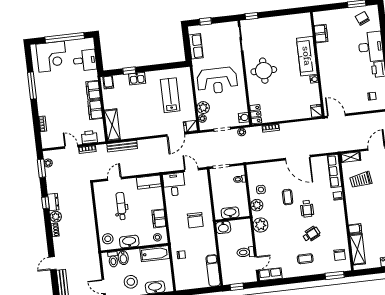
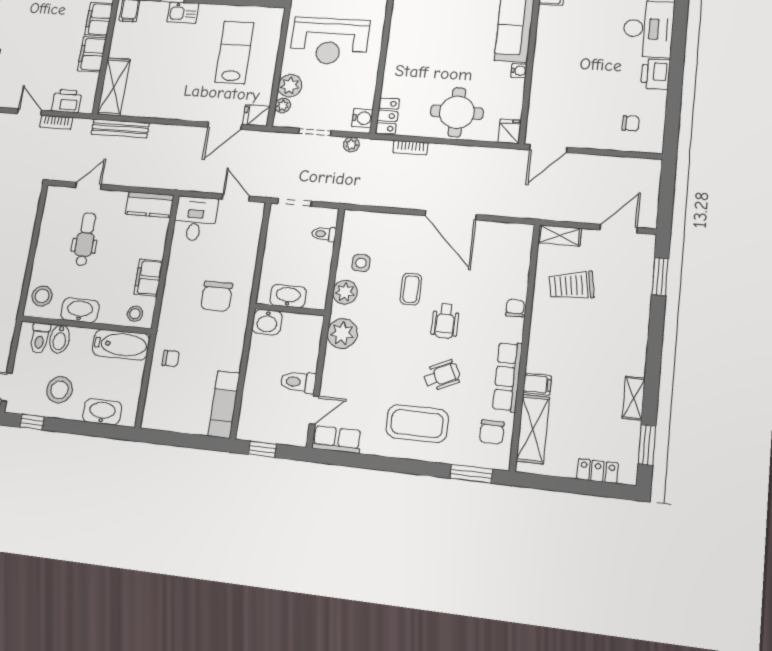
round table: (264, 71) -> (457, 112), moved
door: (336, 116) -> (548, 149), swing flipped
row of seats: (334, 171) -> (507, 377), moved
coffee table: (305, 259) -> (417, 424), width x1.86, depth x1.72

